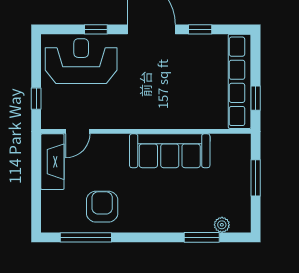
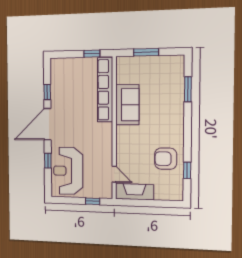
row of seats: (240, 81) -> (105, 90), moved, turned 90
sofa: (170, 151) -> (127, 105), width x0.73
plant: (222, 225) -> (179, 75), removed
window: (86, 237) -> (187, 170), width x0.46

